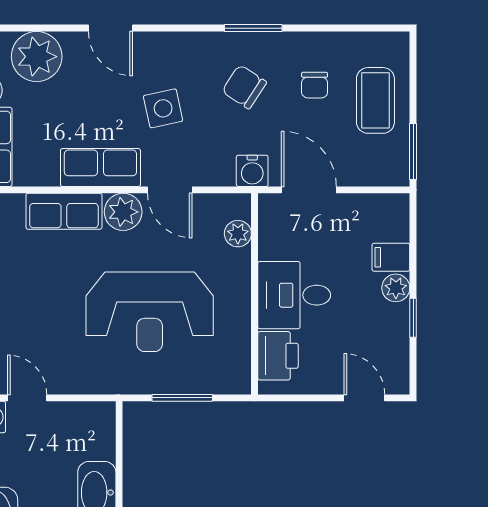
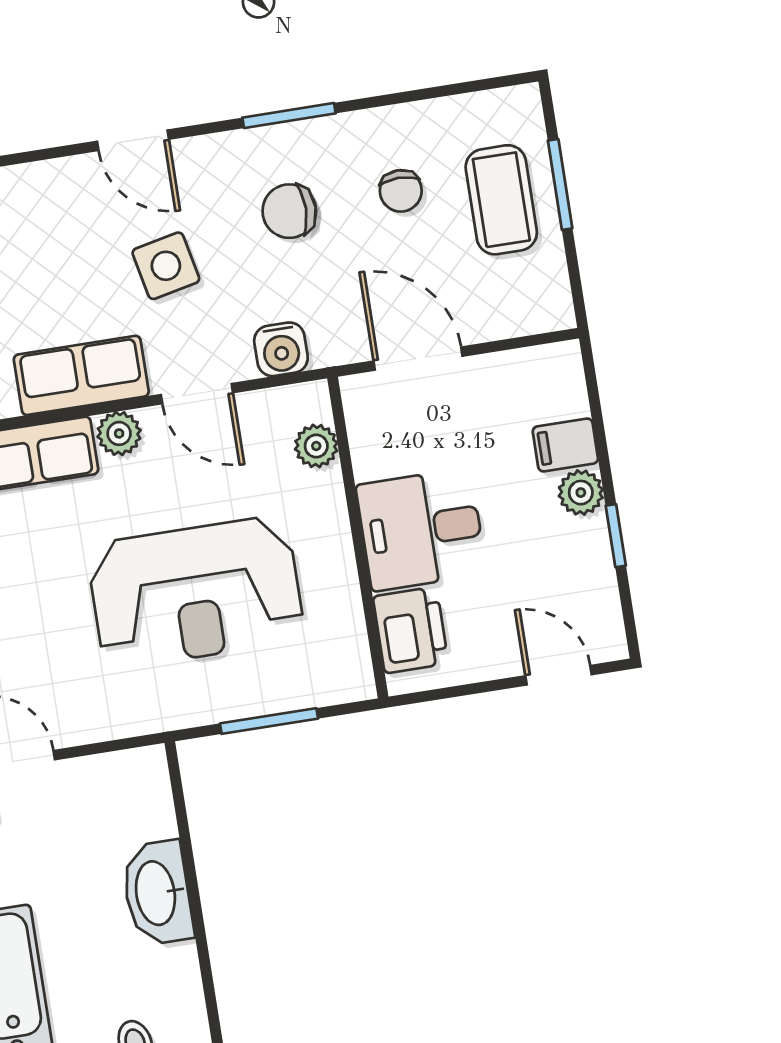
door: (110, 28) -> (133, 140), moved
chair: (244, 87) -> (289, 211), turned -33
window: (413, 152) -> (560, 184), moved
water cooler: (252, 171) -> (281, 349), moved
plant: (123, 212) -> (119, 433), width x0.73, depth x0.73

